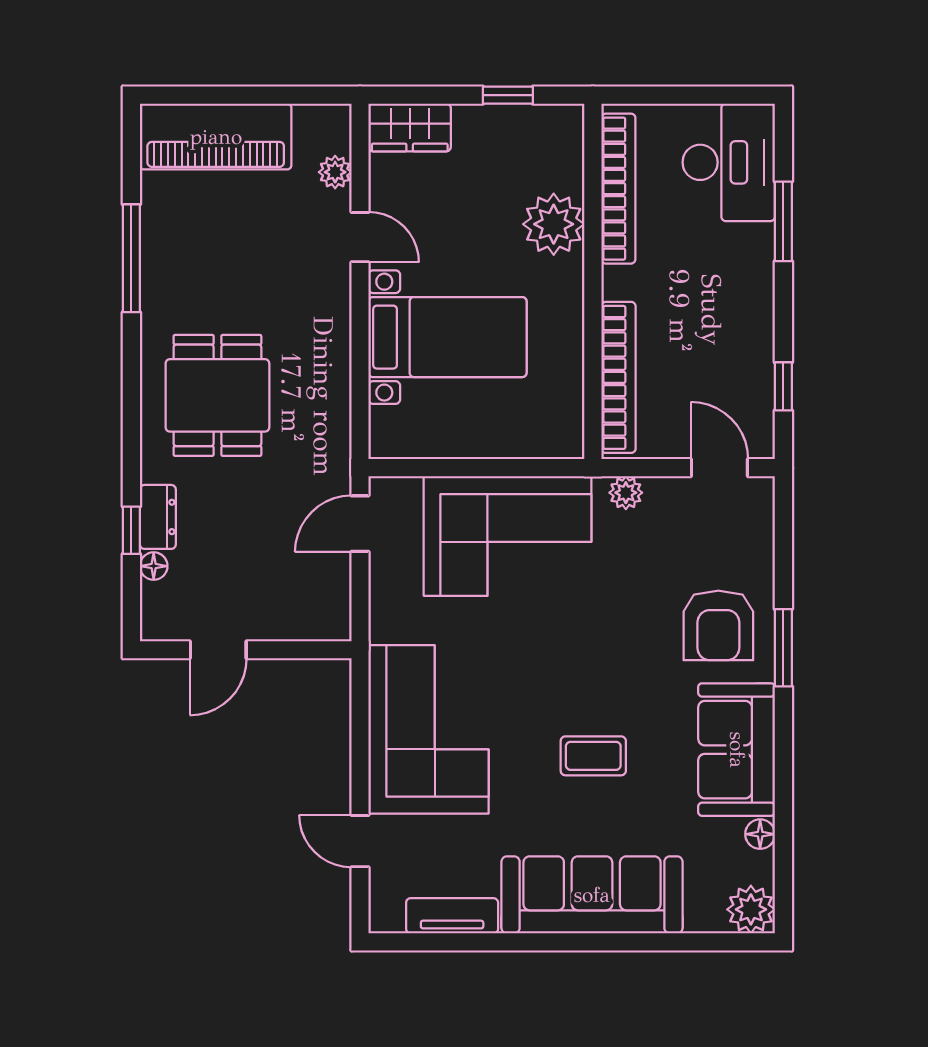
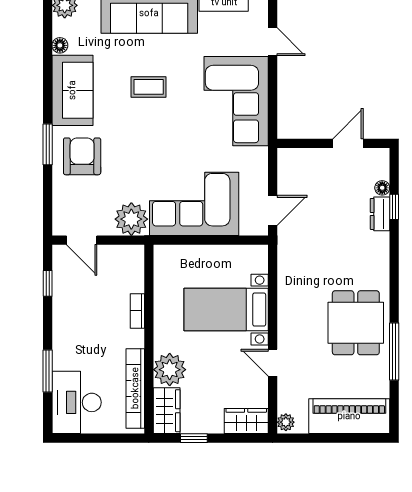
wardrobe: (559, 147) -> (167, 411), added
plant: (335, 172) -> (286, 422), moved
bookcase: (618, 377) -> (137, 311), width x0.43, depth x0.76
dining table: (217, 395) -> (356, 323), moved
plant: (626, 493) -> (131, 219), width x1.88, depth x1.88

